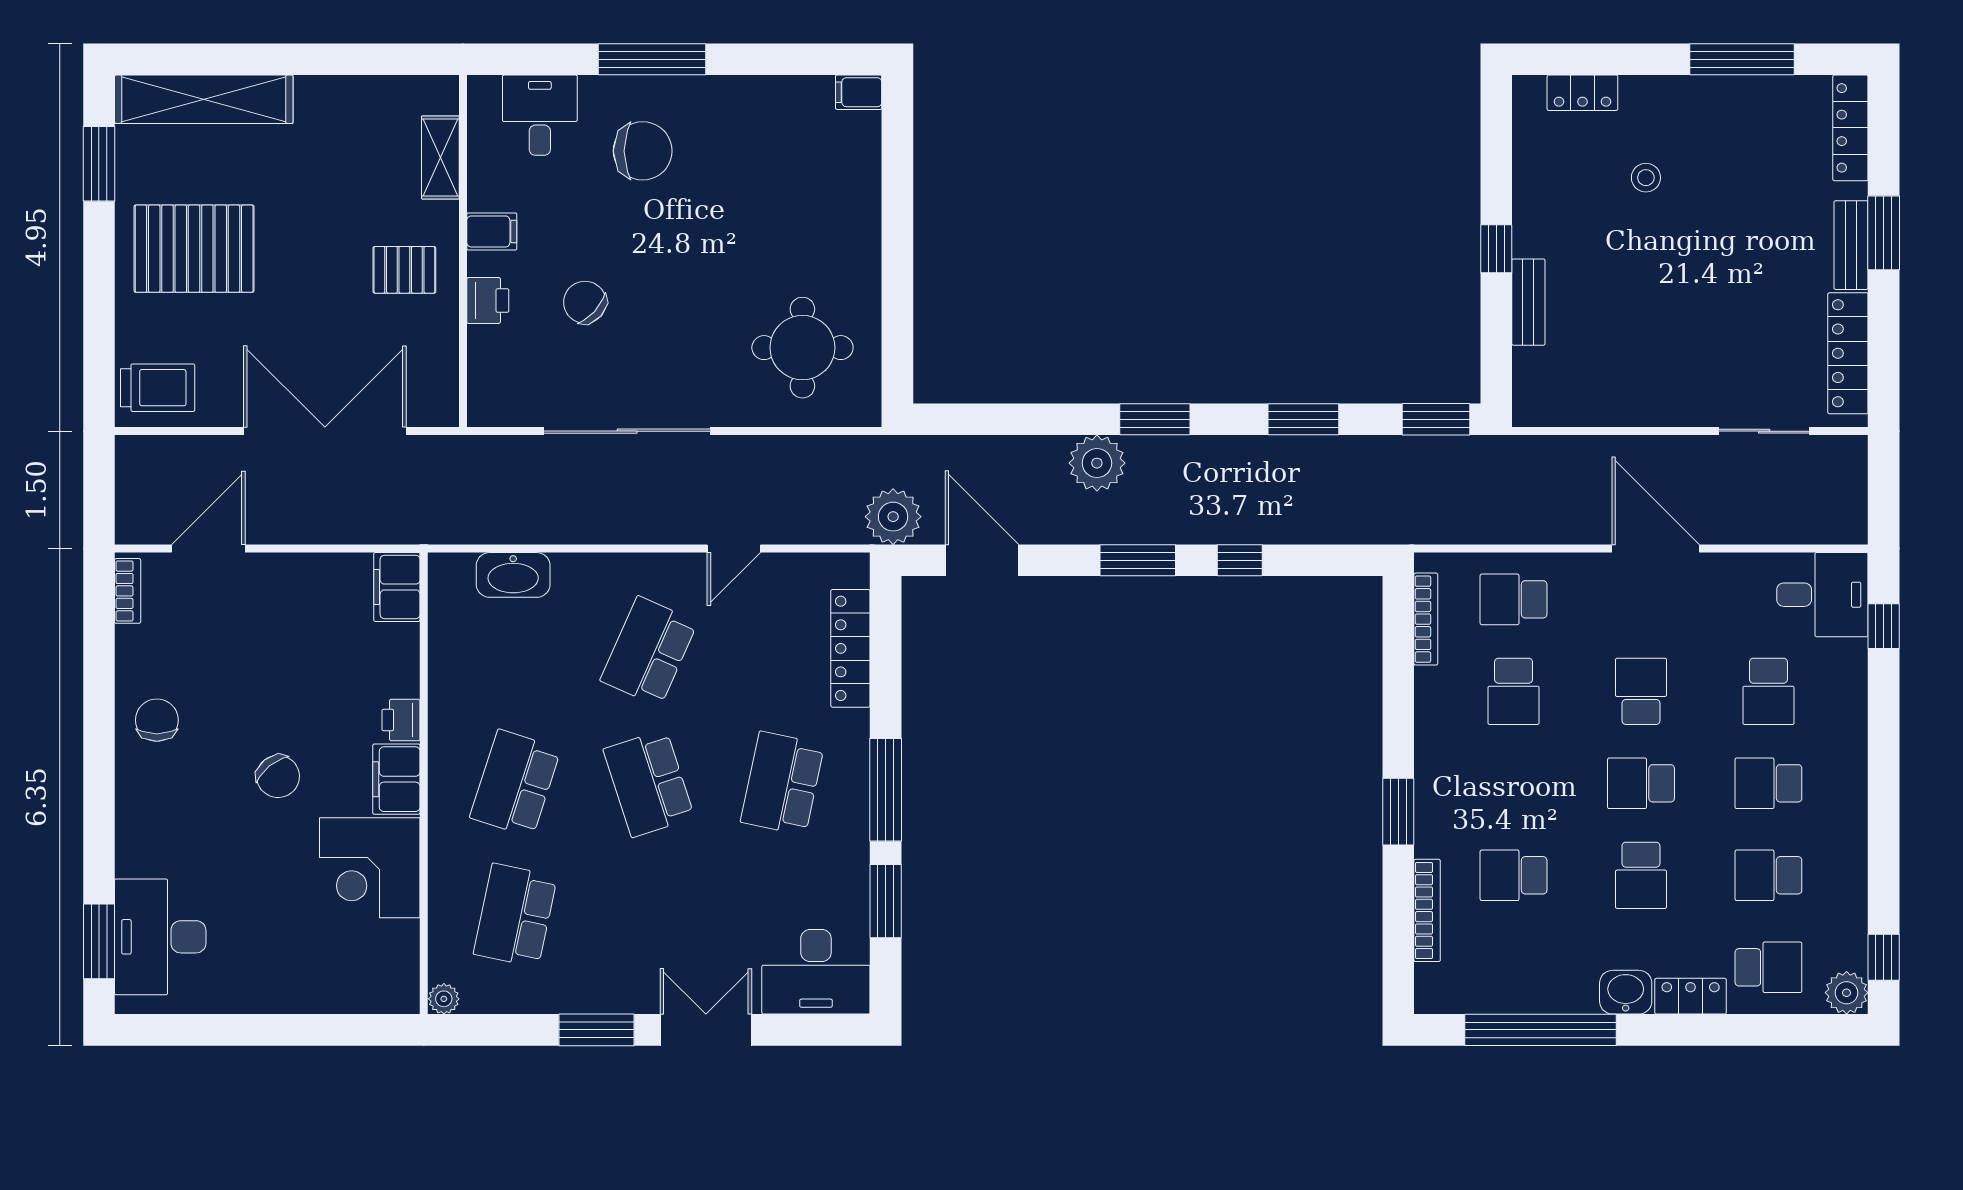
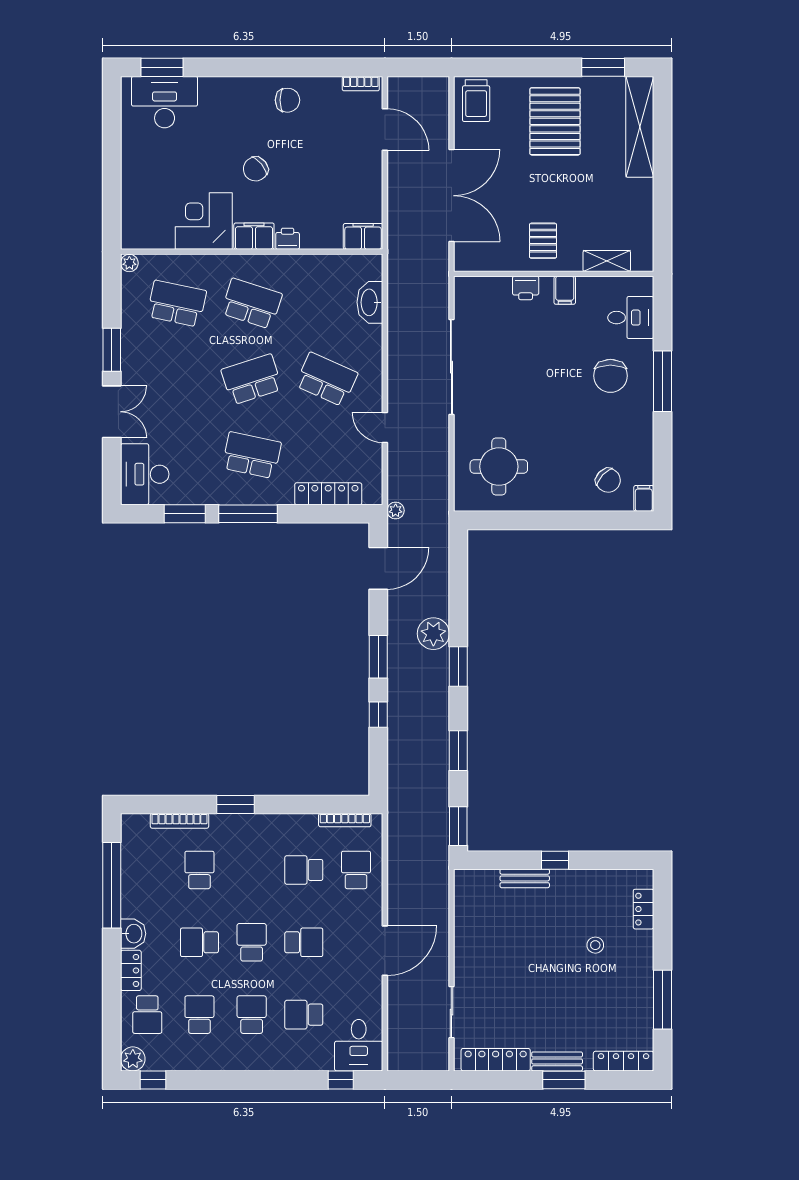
chair: (585, 302) -> (608, 480), moved, turned 91
plant: (893, 517) -> (396, 511), width x0.53, depth x0.53

